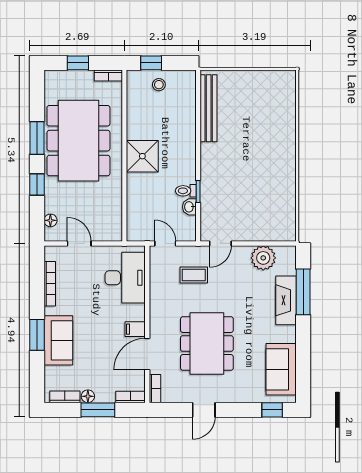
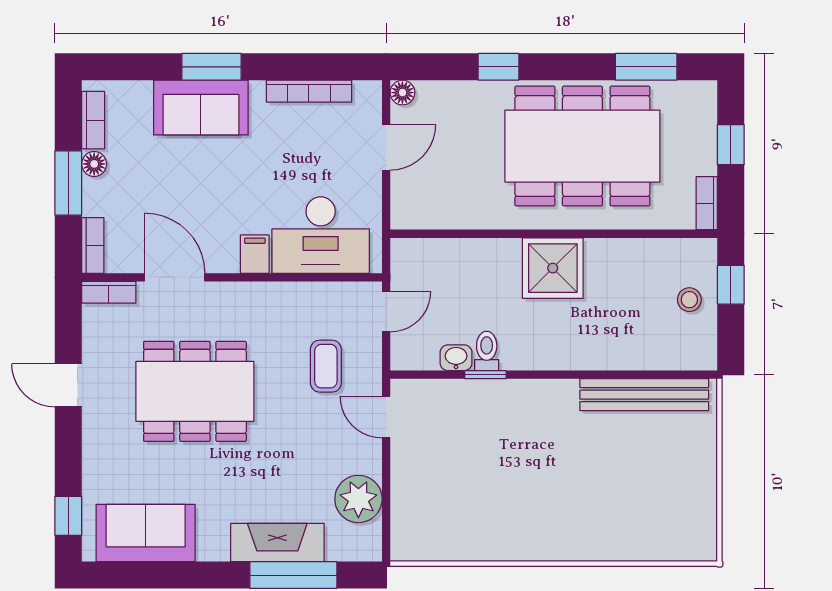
window: (37, 138) -> (646, 67), moved
floor lamp: (50, 220) -> (402, 93), moved
filing cabinet: (135, 329) -> (255, 254), moved

